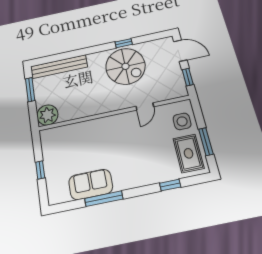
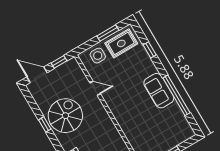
door: (180, 51) -> (37, 75), hinge flipped
sofa: (91, 184) -> (159, 91), moved
window: (104, 199) -> (176, 95), width x1.46

